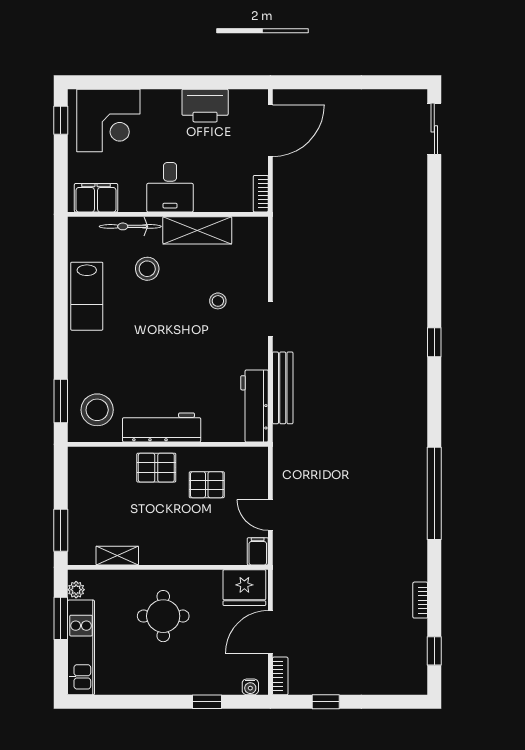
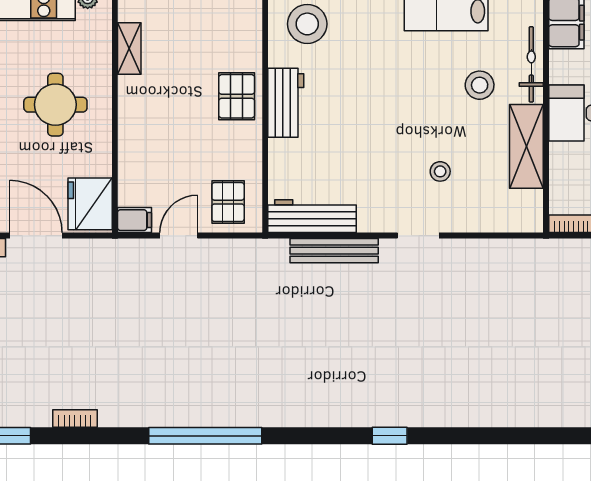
workbench: (162, 427) -> (286, 103), width x0.73
pallet: (207, 485) -> (228, 202), moved

